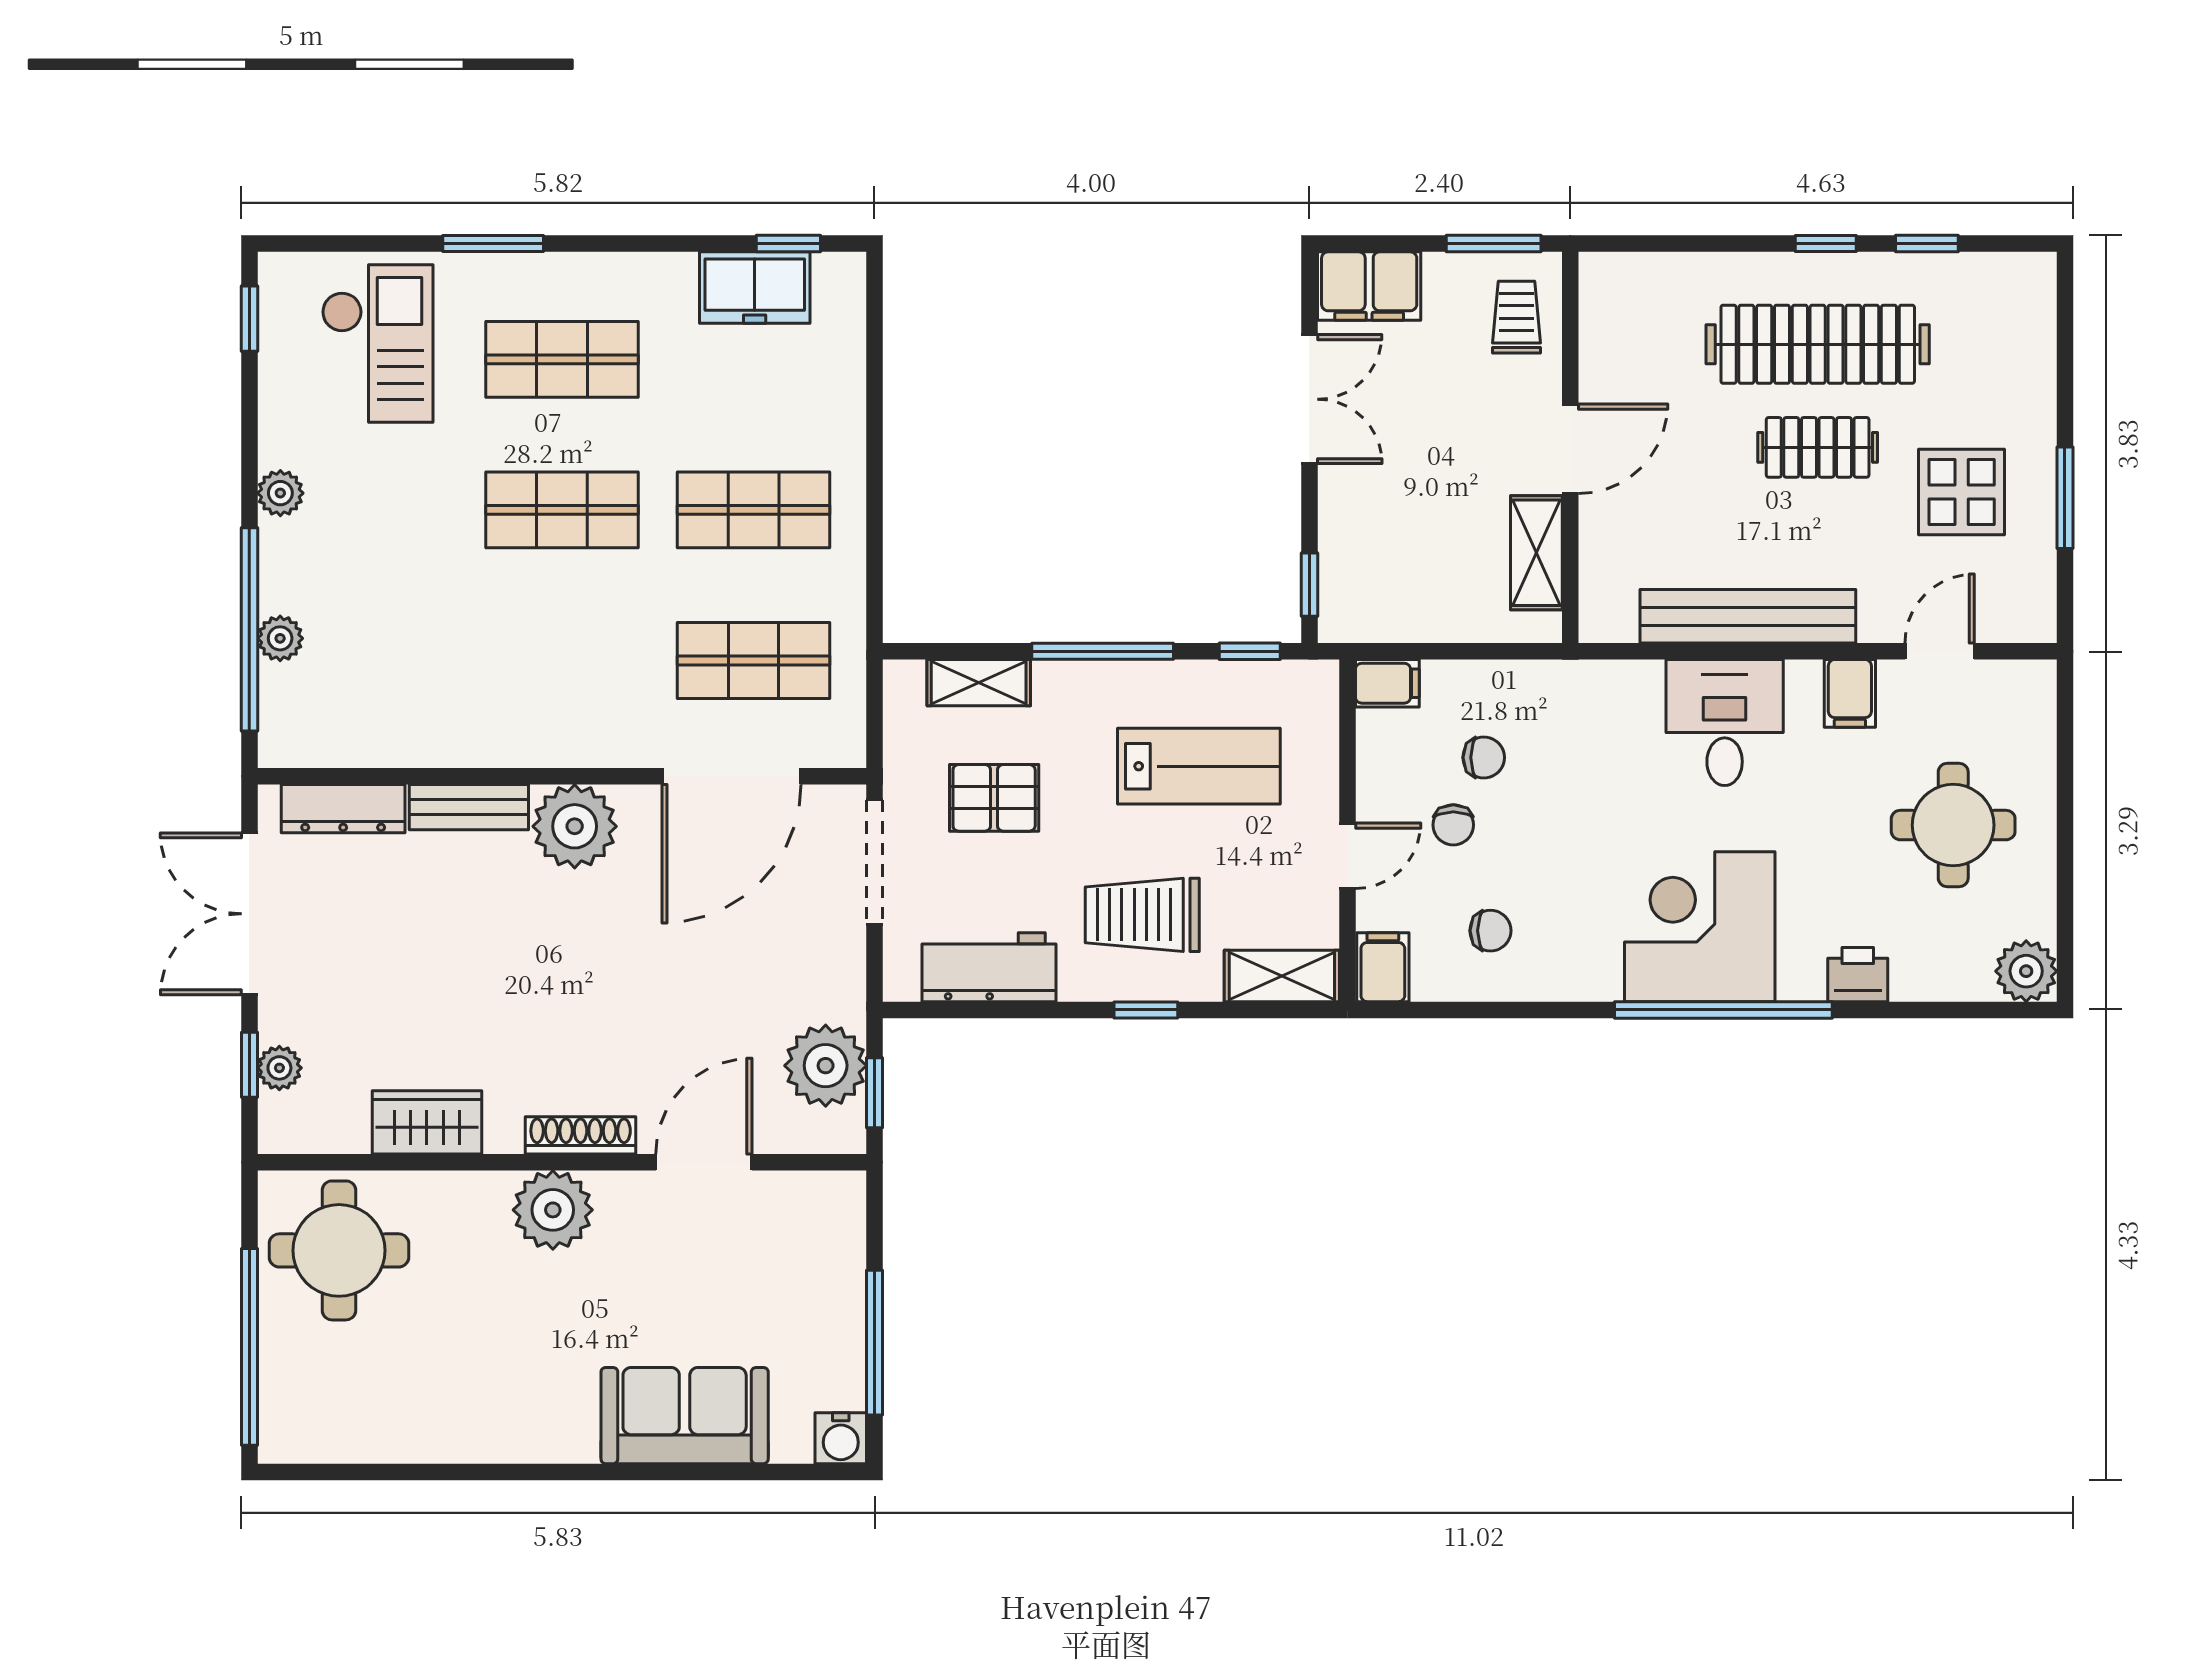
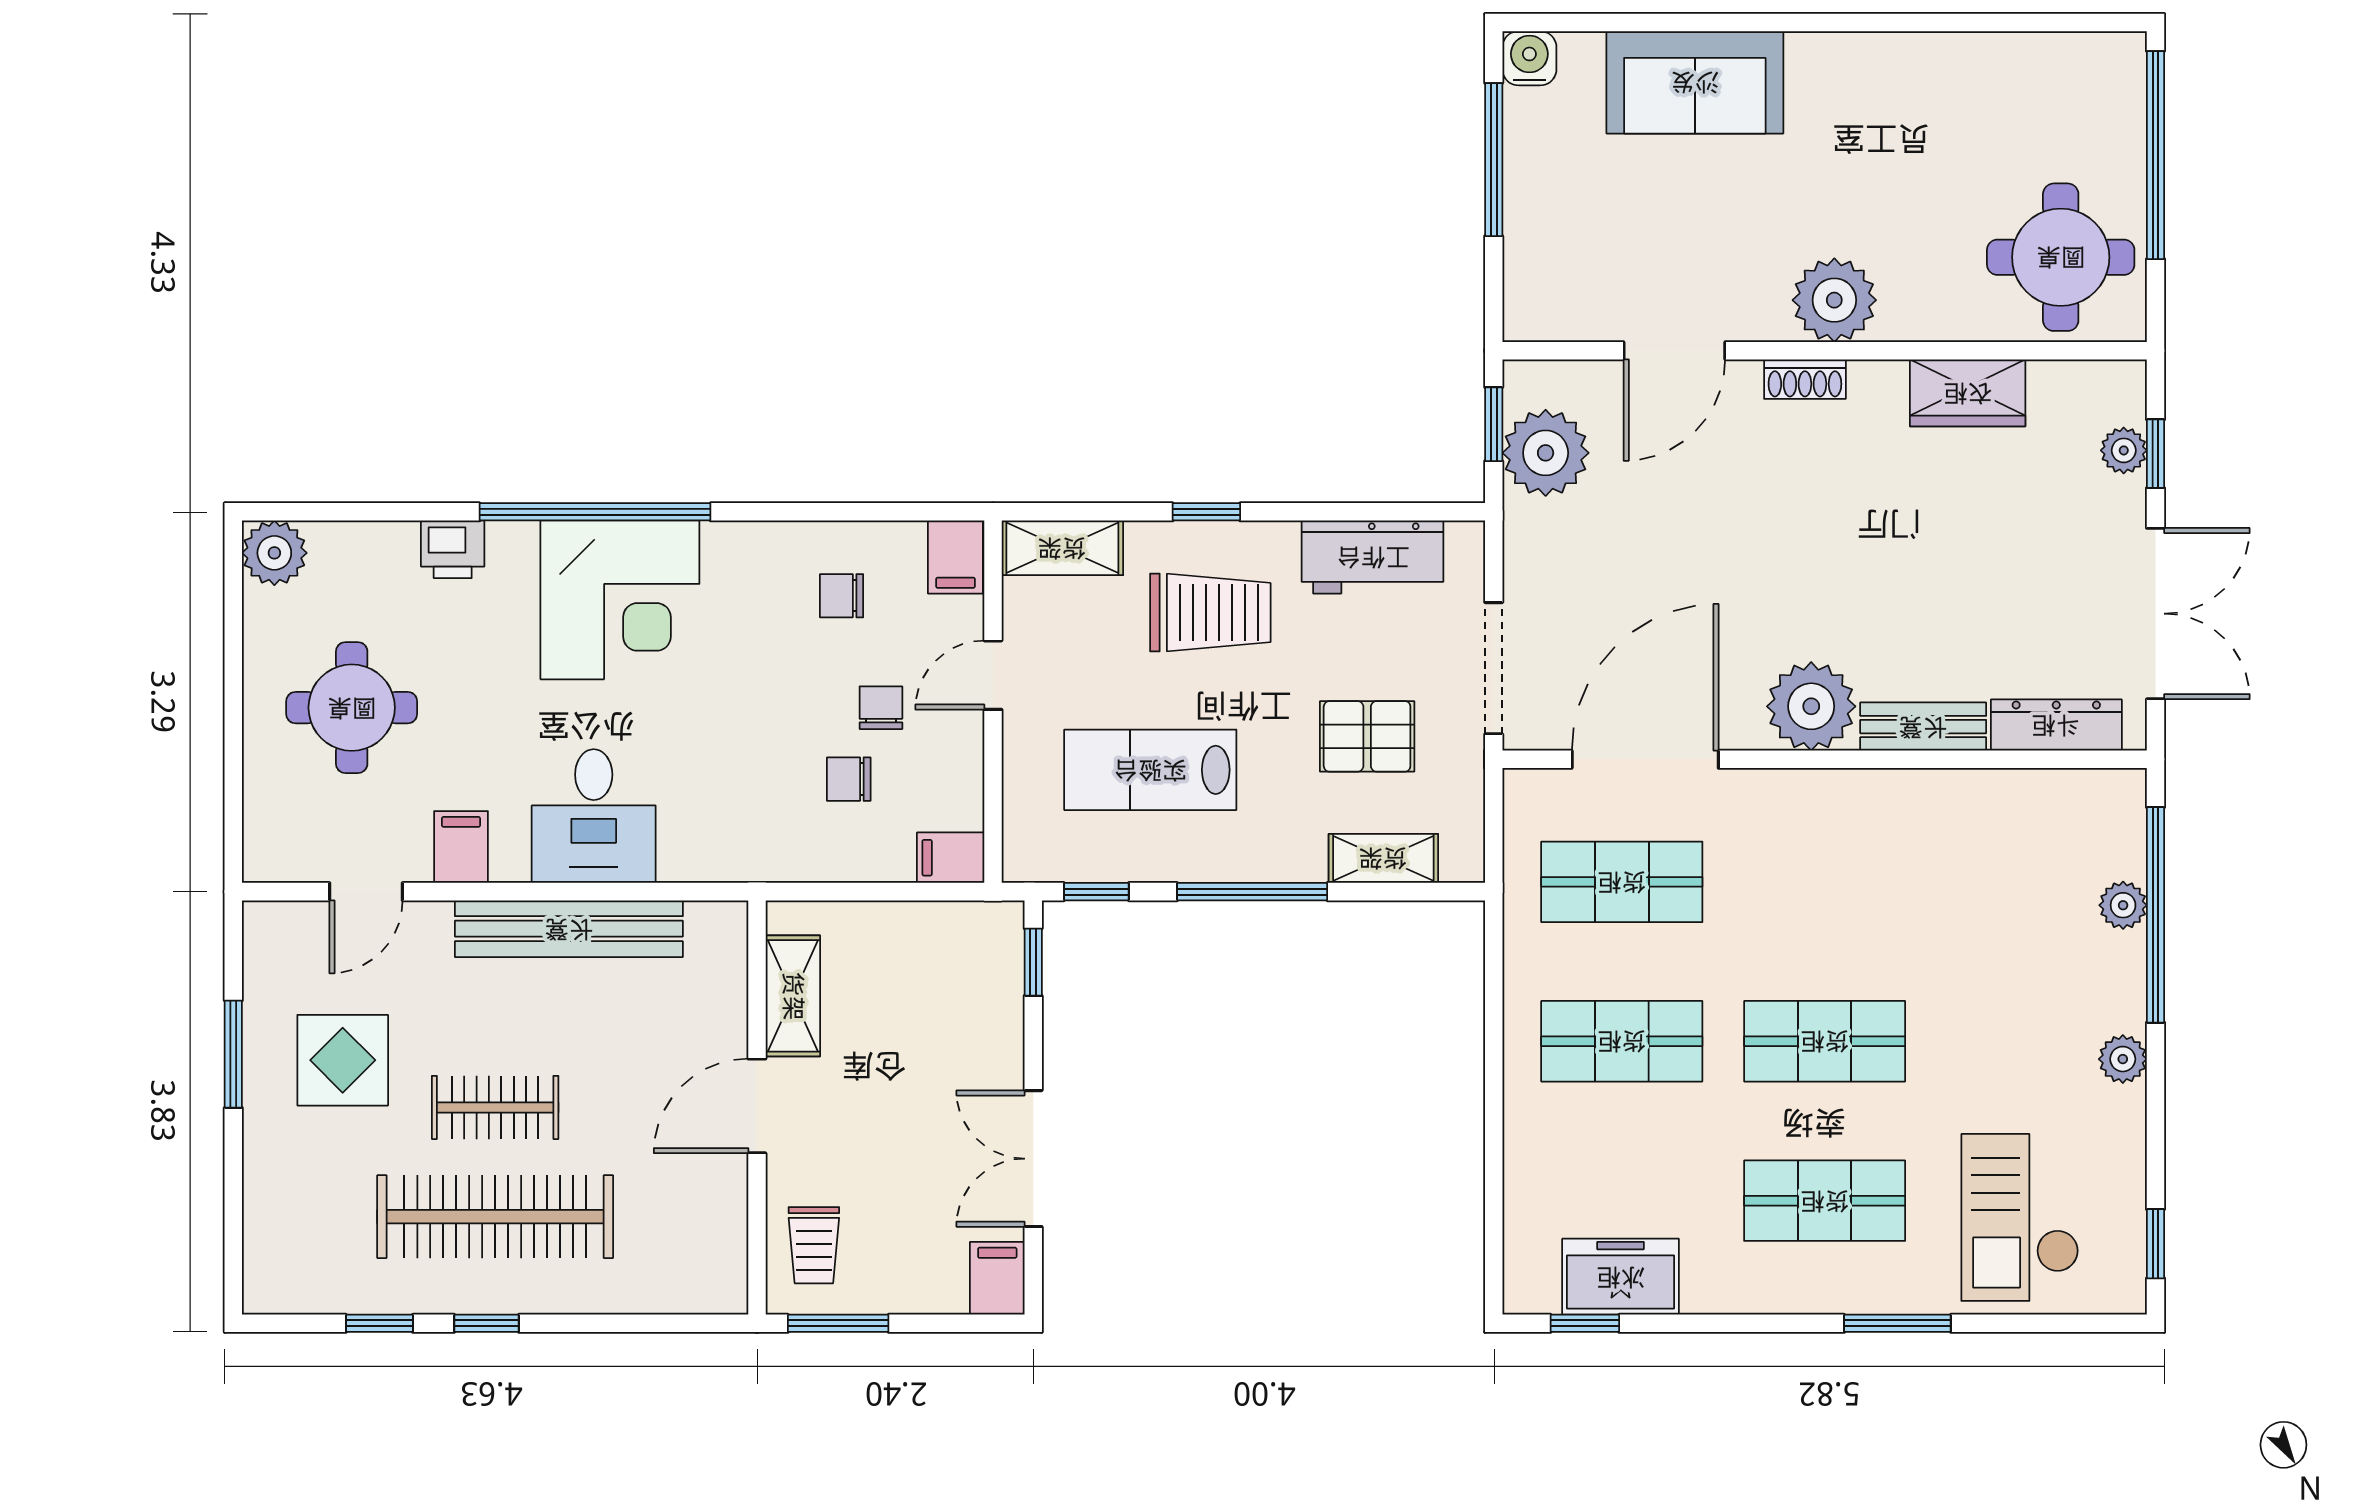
filing cabinet: (1369, 286) -> (997, 1278), width x0.50
shoe rack: (581, 1135) -> (1805, 379), width x0.70

